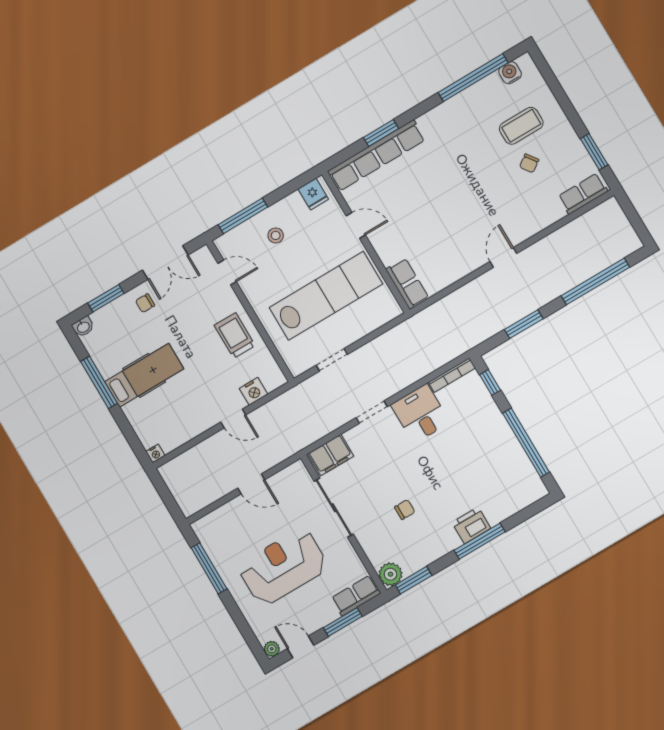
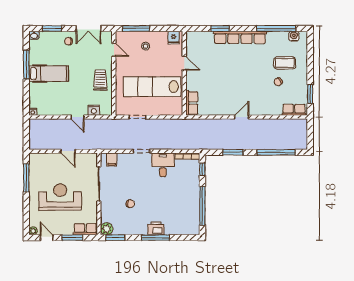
row of seats: (376, 156) -> (240, 37), moved
lab bench: (326, 296) -> (152, 87), turned 180
filing cabinet: (331, 455) -> (112, 160), width x0.50

